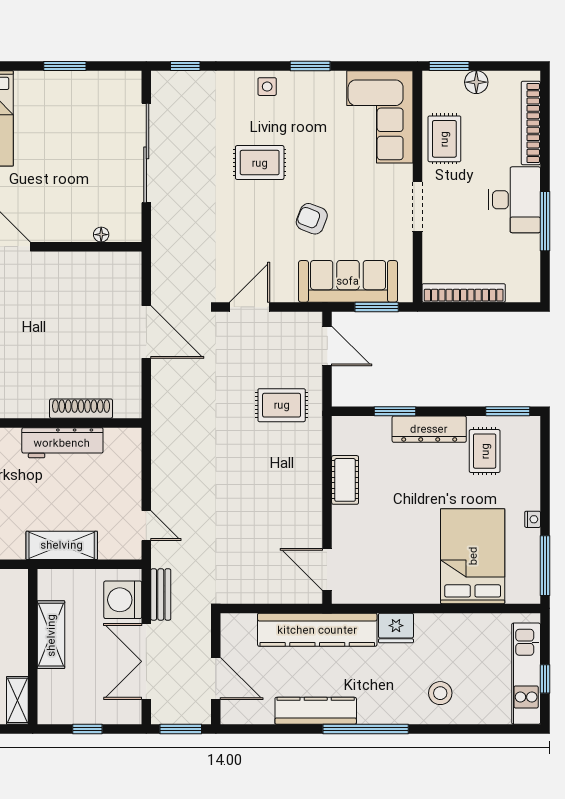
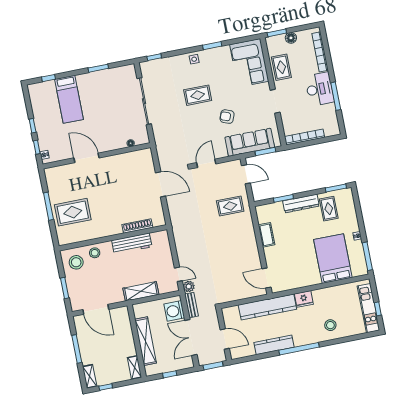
plant: (163, 555) -> (189, 286), added
shelving: (51, 635) -> (146, 341), width x1.47

